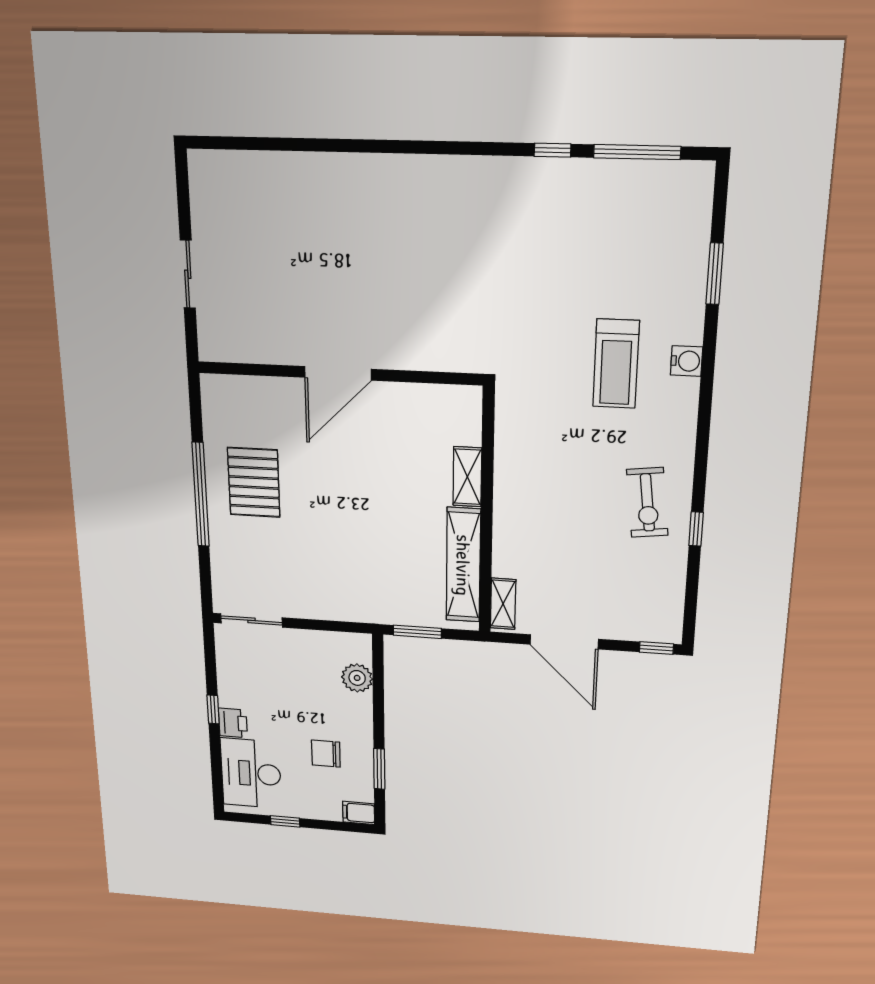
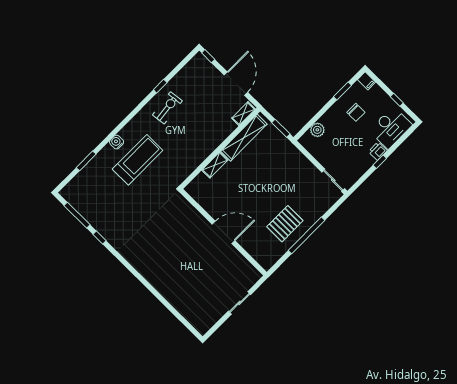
treadmill: (616, 364) -> (138, 160), width x1.37, depth x1.38

